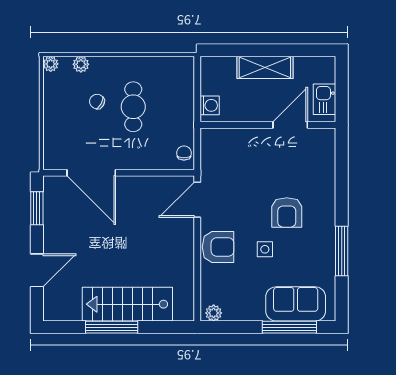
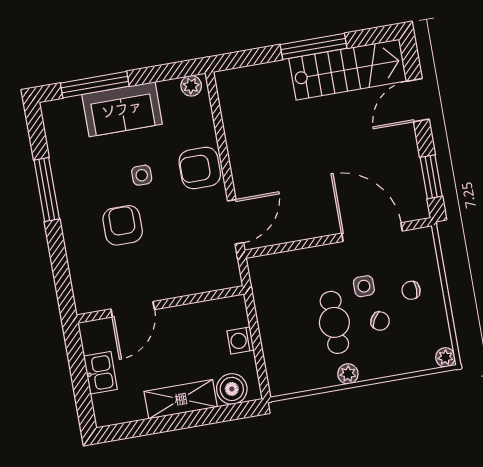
plant: (81, 64) -> (348, 374), moved
boiler: (223, 68) -> (232, 389), added
wall: (268, 125) -> (160, 304), moved
door: (290, 125) -> (133, 309), moved
side table: (105, 131) -> (364, 286), added
chair: (184, 153) -> (411, 290), moved, turned 90
stairs: (127, 304) -> (348, 70), moved
sofa: (296, 304) -> (122, 109), moved

